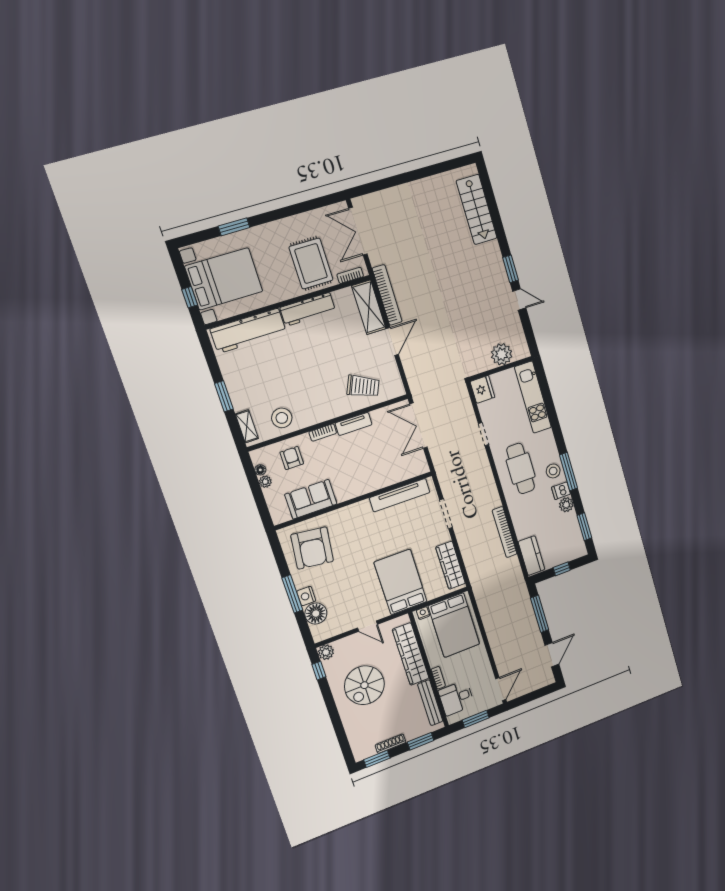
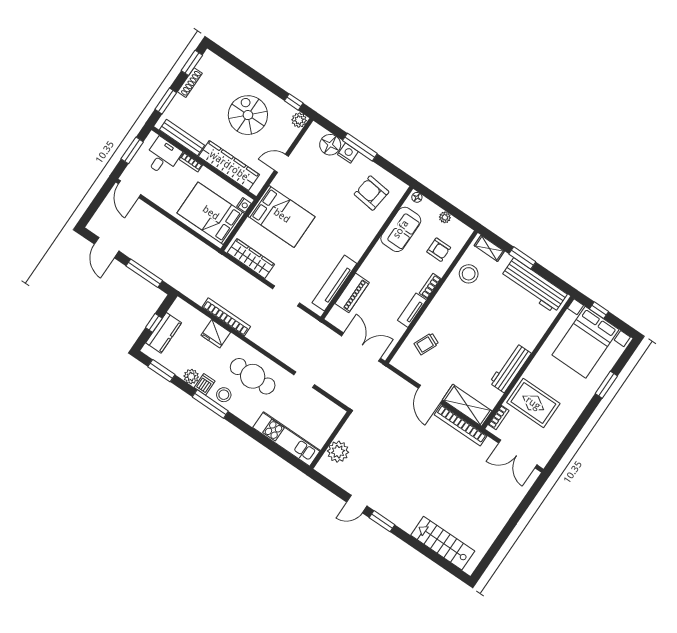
double door: (358, 231) -> (518, 454), swing flipped
workbench: (248, 331) -> (534, 286), moved, turned -90
trolley: (363, 386) -> (426, 344), width x0.73, depth x0.72
fridge: (482, 389) -> (216, 334), moved
floor lamp: (260, 470) -> (417, 197), moved
piano: (392, 476) -> (352, 293), added
armchair: (312, 548) -> (372, 193), width x0.73, depth x0.73
kitchen counter: (531, 556) -> (164, 333), moved, turned -90

